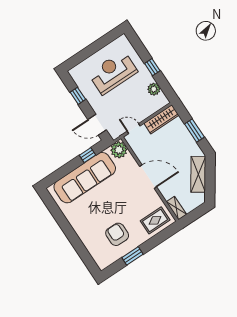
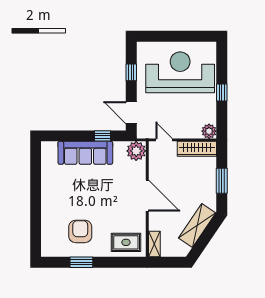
reception desk: (113, 72) -> (180, 72), width x1.36, depth x1.30
plant: (154, 89) -> (209, 131), moved
sofa: (85, 178) -> (85, 153), width x0.74, depth x0.79

